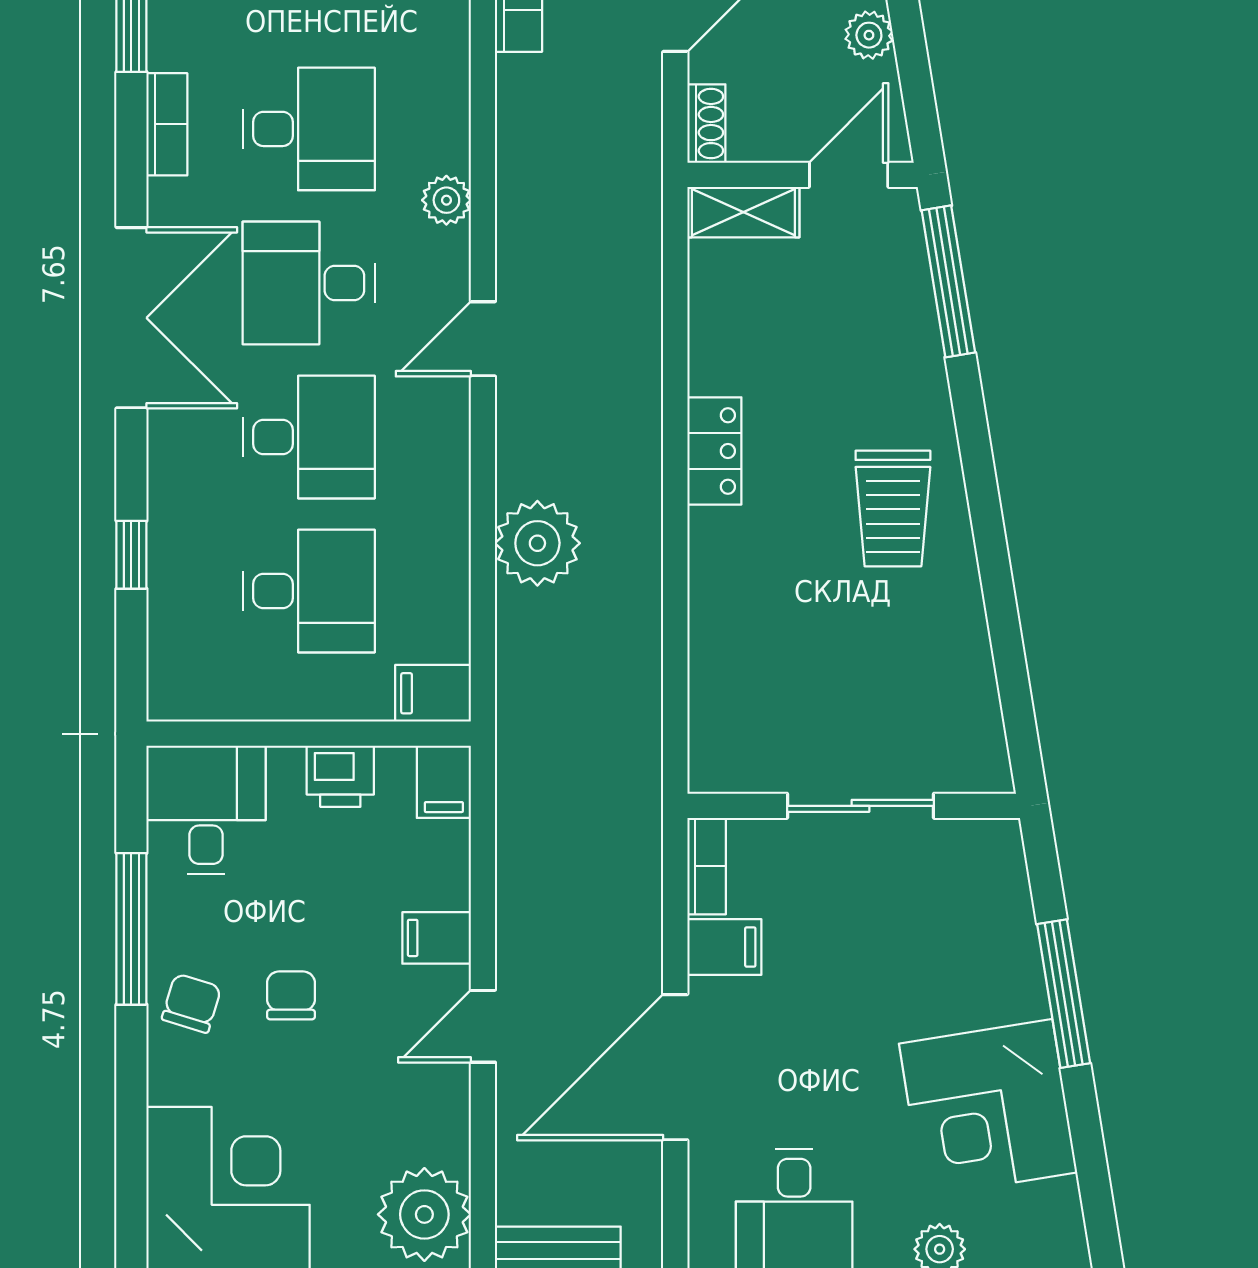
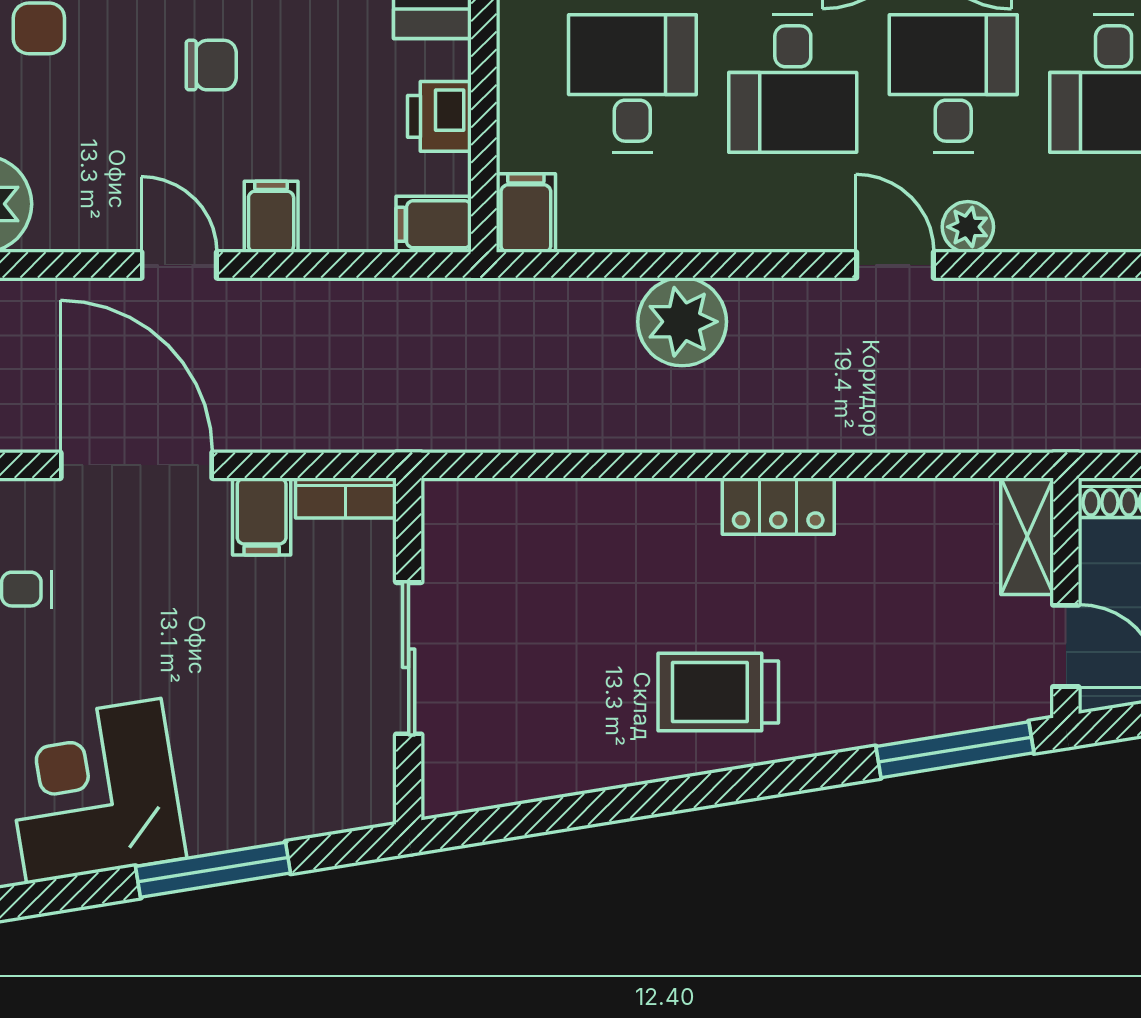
plant: (446, 200) -> (968, 227), moved
desk: (309, 591) -> (632, 83), turned 180

